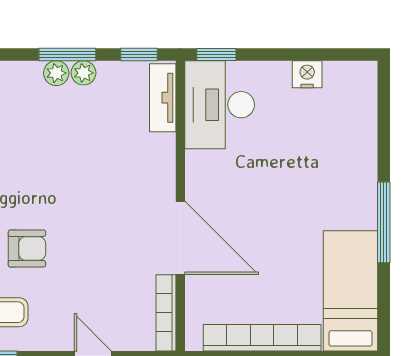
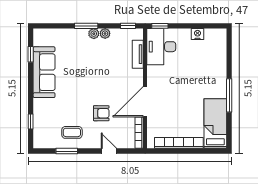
window: (67, 54) -> (86, 26), moved
tv unit: (163, 98) -> (138, 54), moved
door: (180, 238) -> (145, 102), swing flipped
armchair: (27, 249) -> (101, 113), moved

